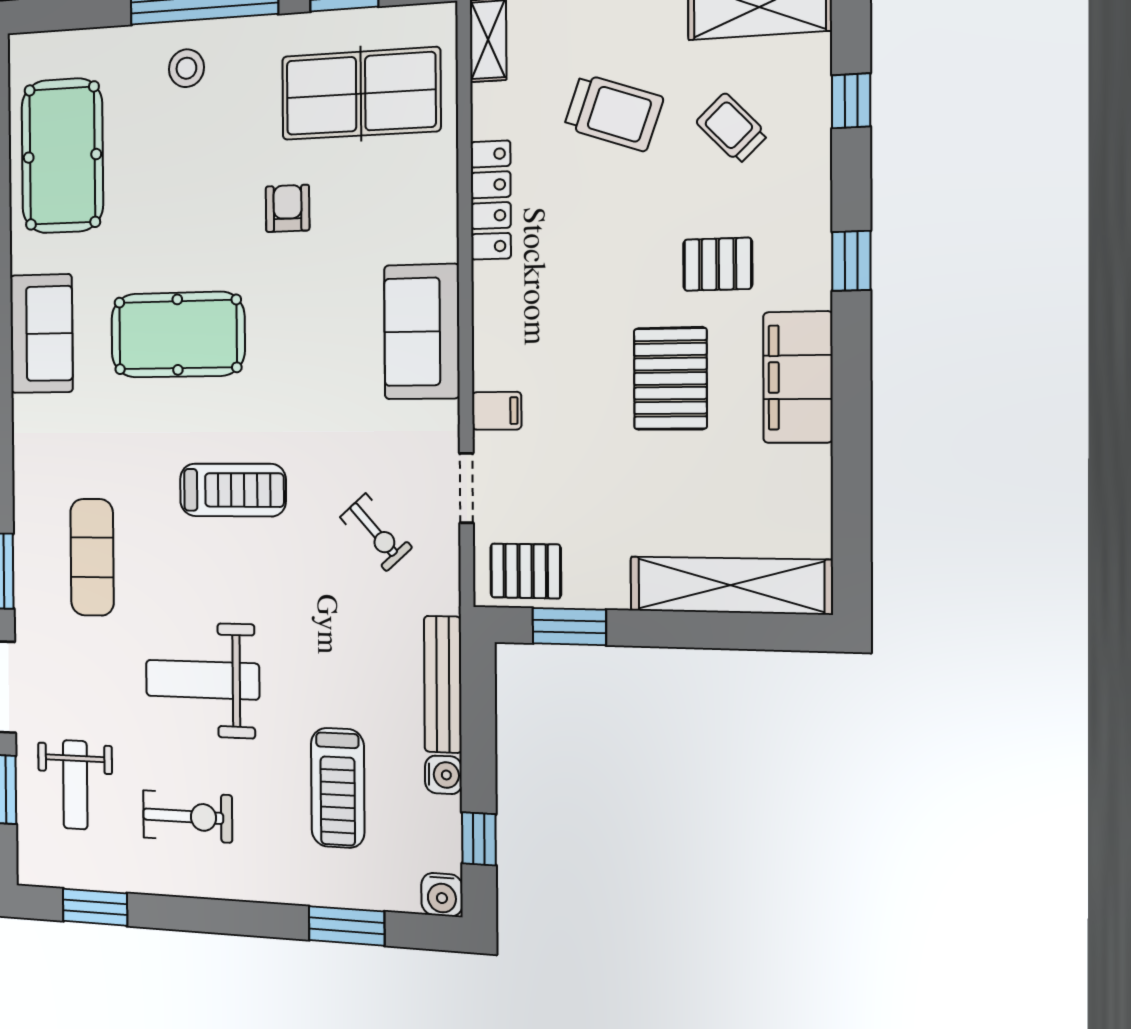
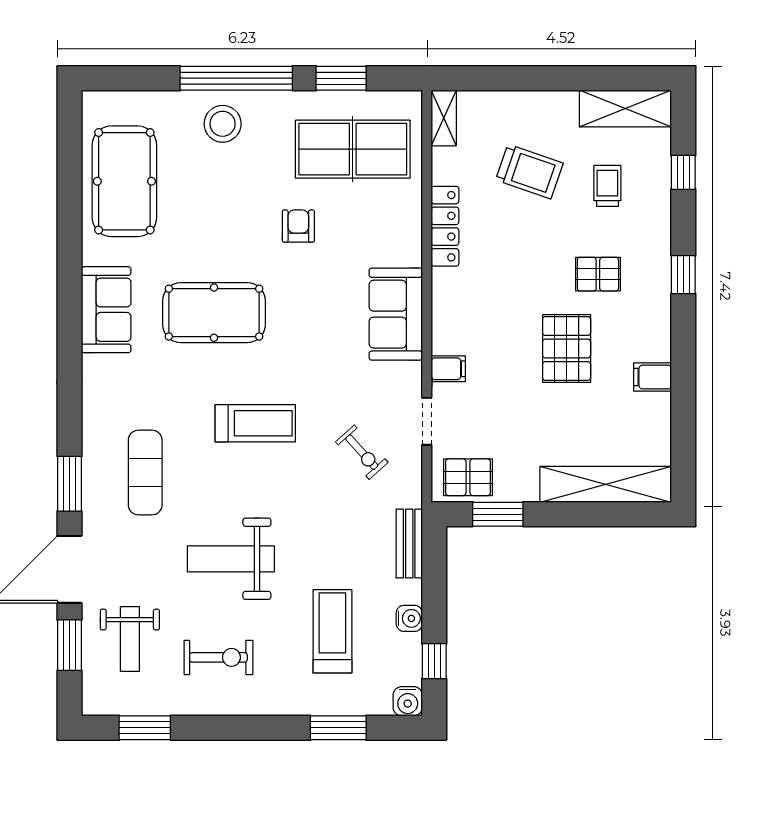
stool: (186, 68) -> (223, 124), width x1.38, depth x1.38
trolley: (732, 128) -> (607, 186), turned 44
filing cabinet: (798, 377) -> (653, 377), width x0.33, depth x0.86
bench: (443, 684) -> (409, 544), width x0.73
treadmill: (338, 788) -> (332, 631), turned 180

